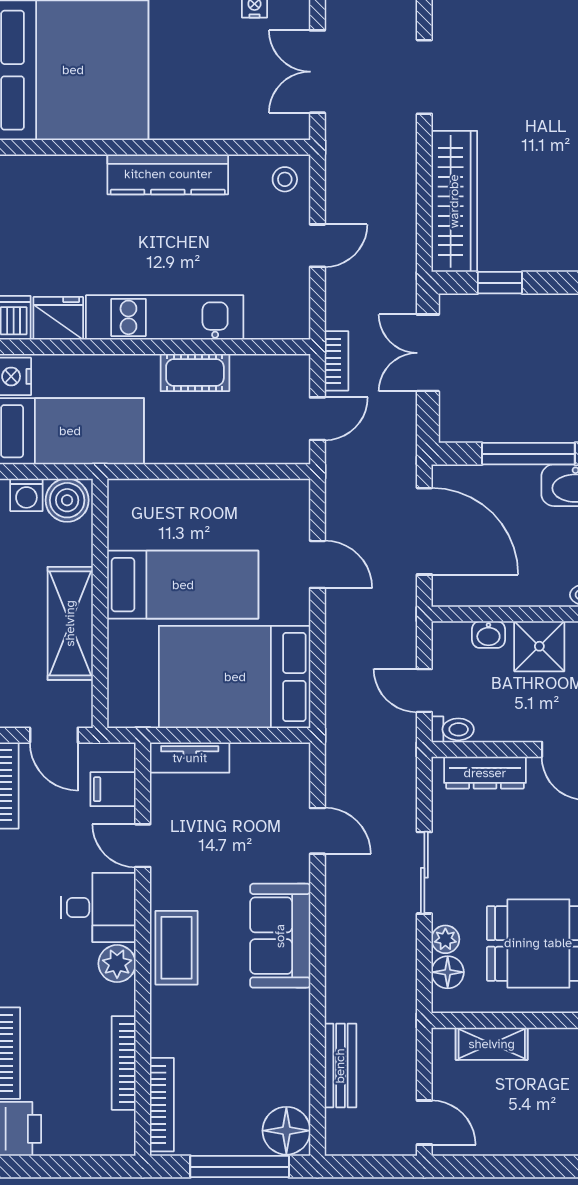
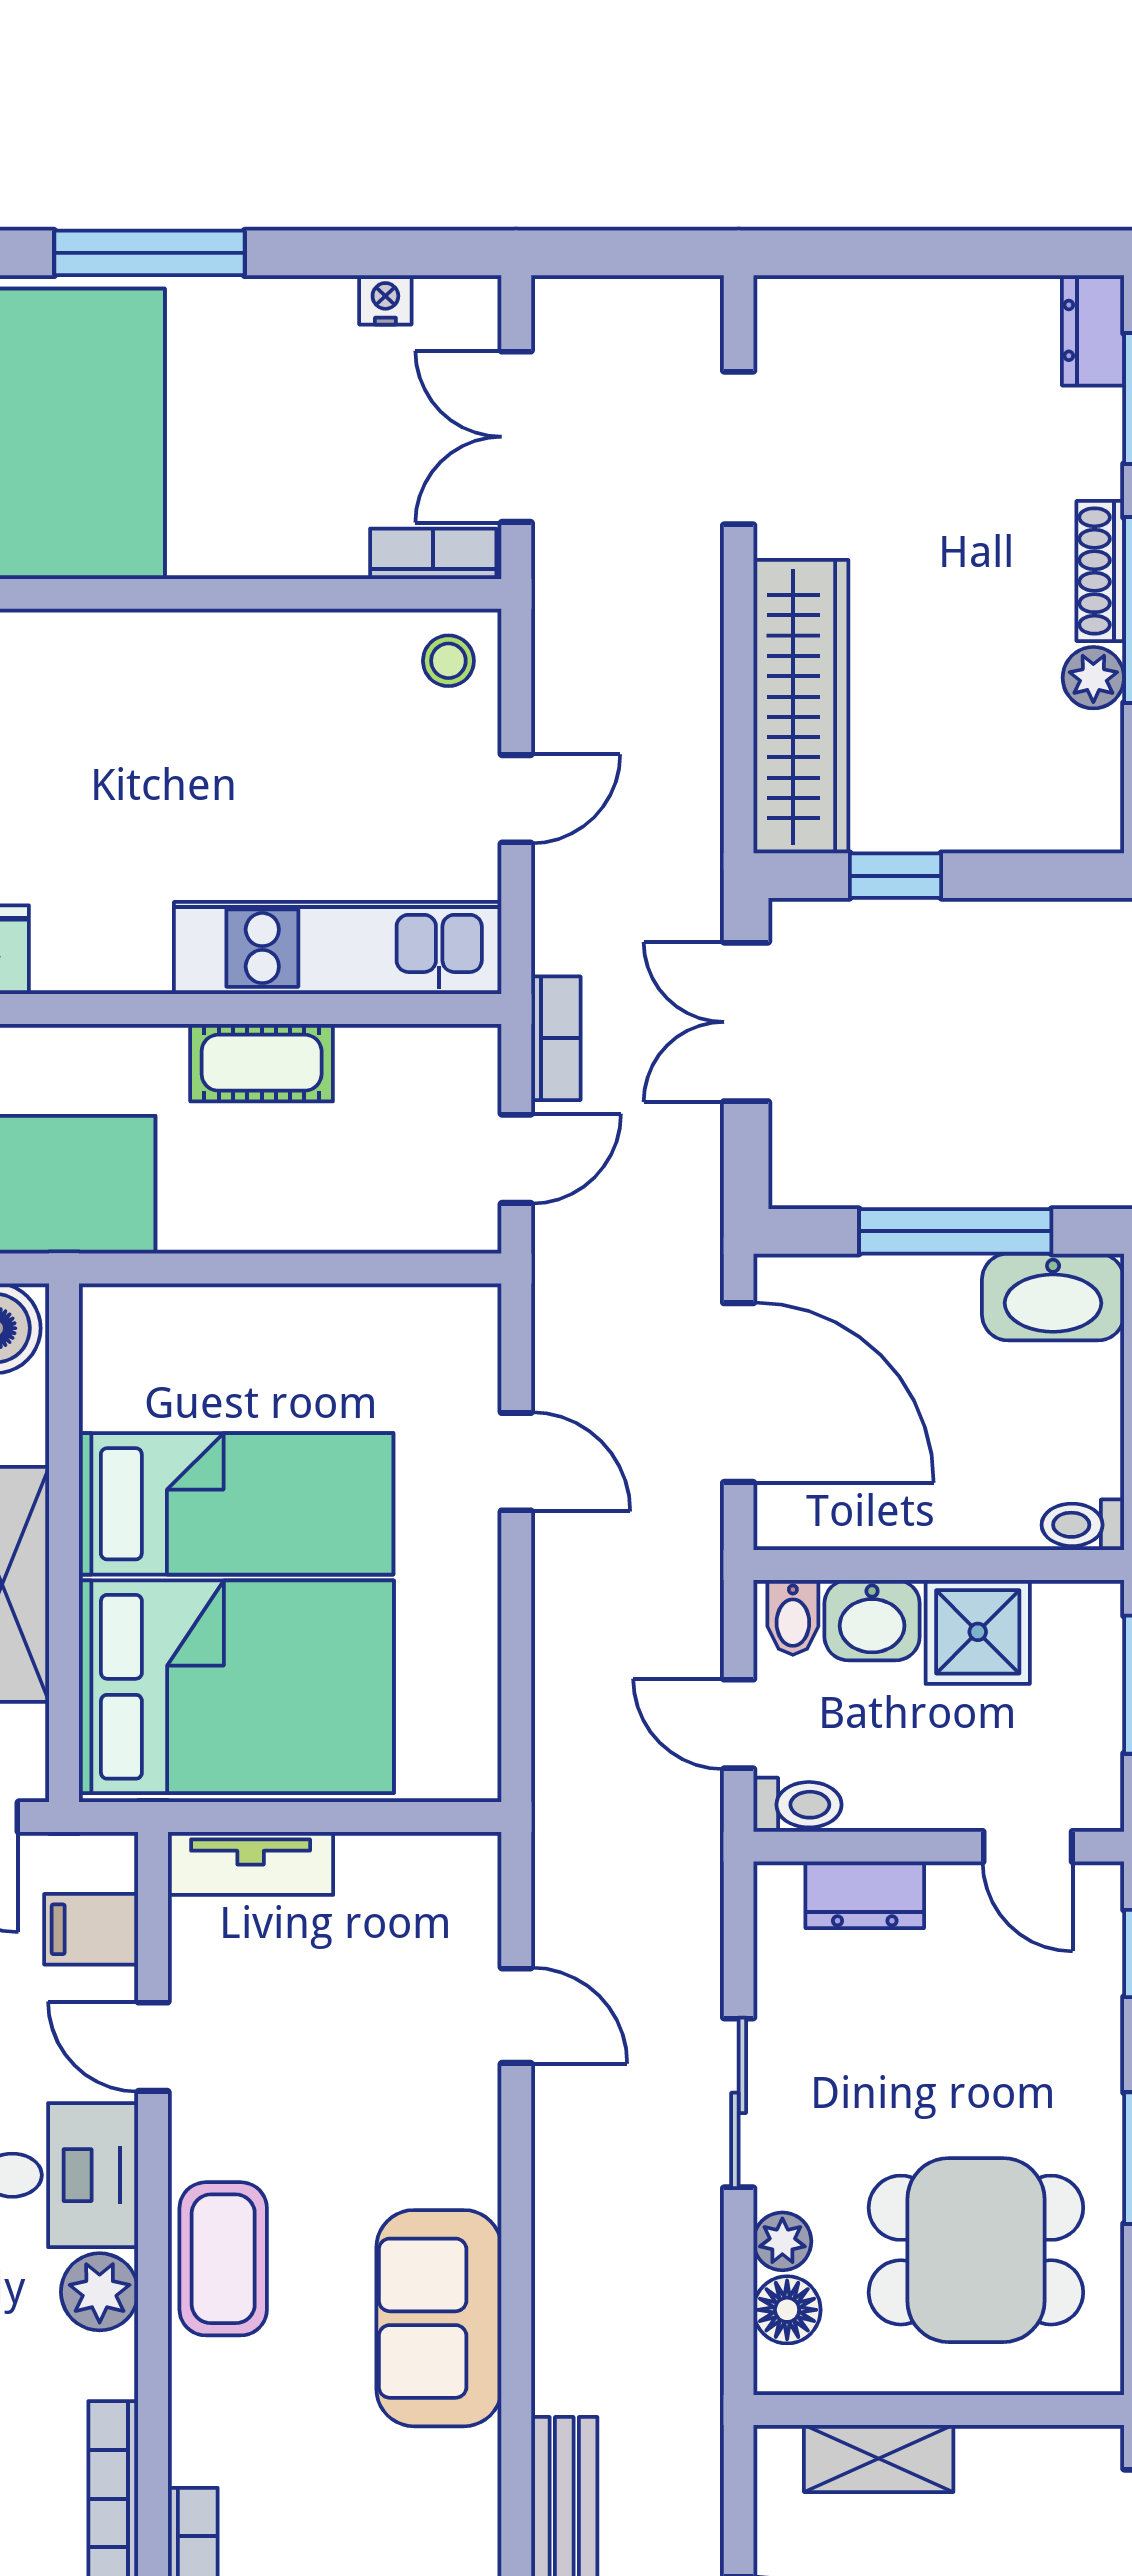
bookcase: (277, 128) -> (433, 554), added
kitchen counter: (168, 174) -> (205, 651), removed
kitchen unit: (165, 317) -> (338, 948), moved
washbasin: (488, 635) -> (872, 1620), width x1.38, depth x1.45
bidet: (450, 639) -> (793, 1617), added
bed: (235, 677) -> (236, 1687), moved, turned 180
dresser: (485, 773) -> (865, 1895), width x0.70
sofa: (280, 936) -> (439, 2318), moved

